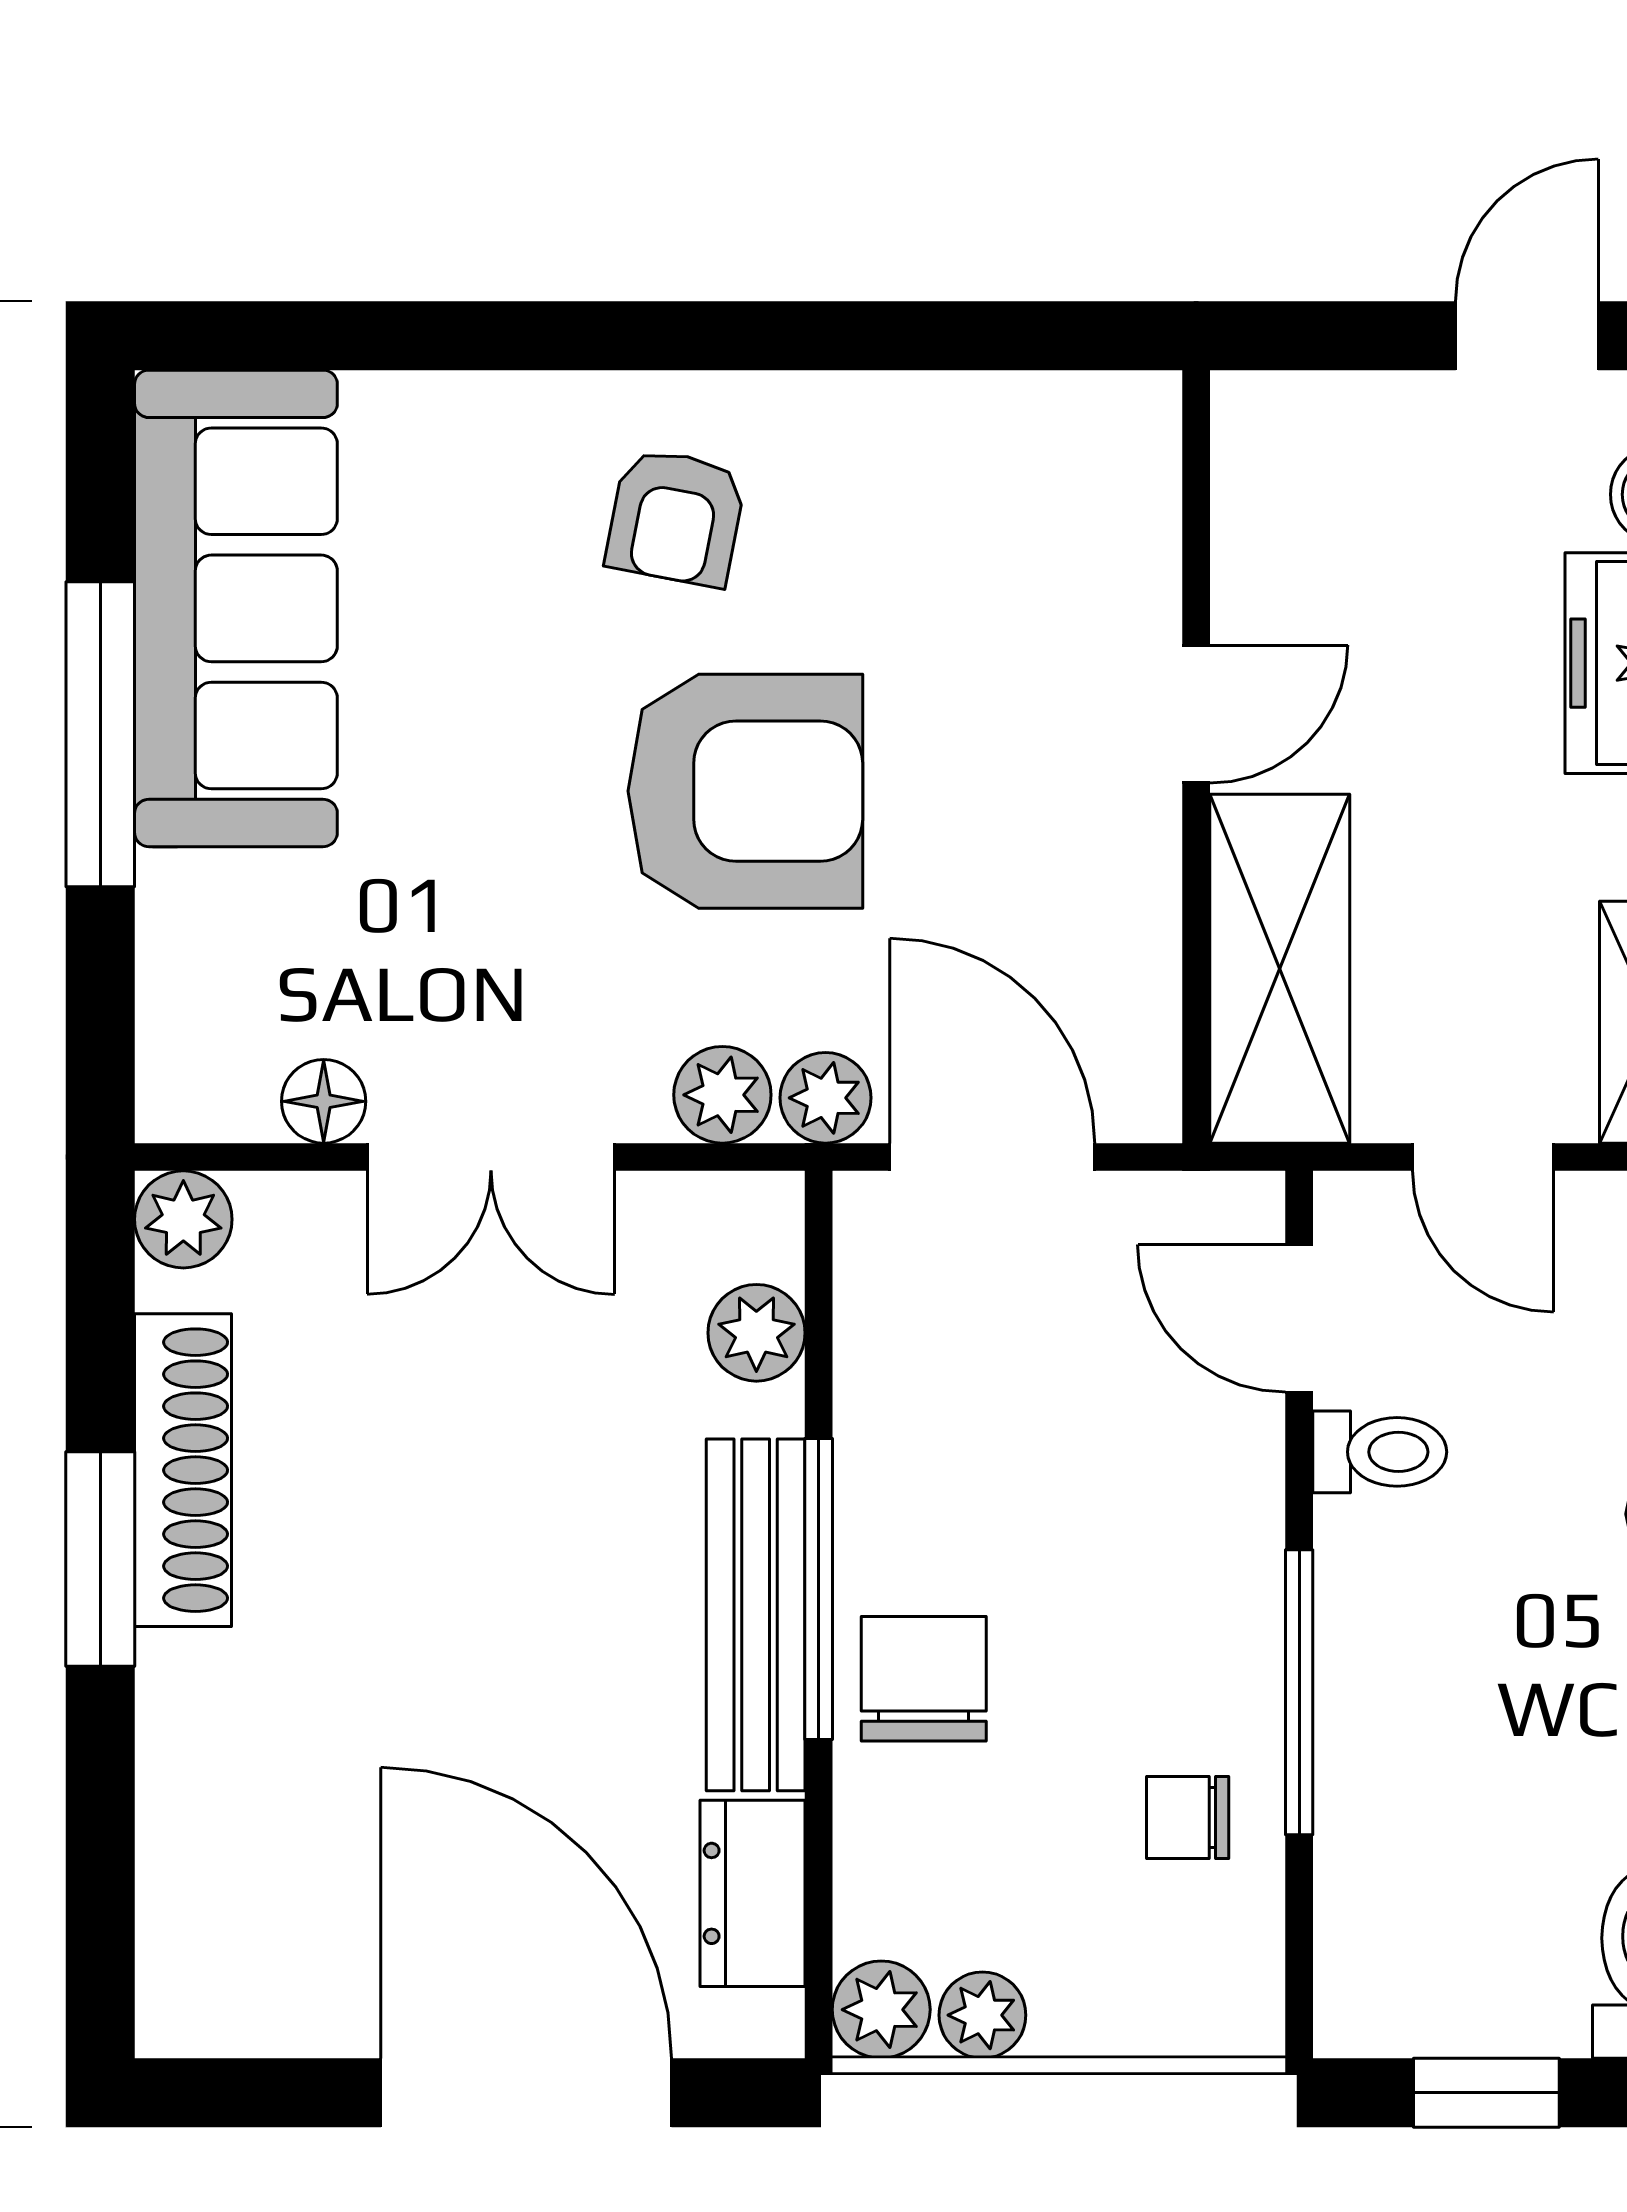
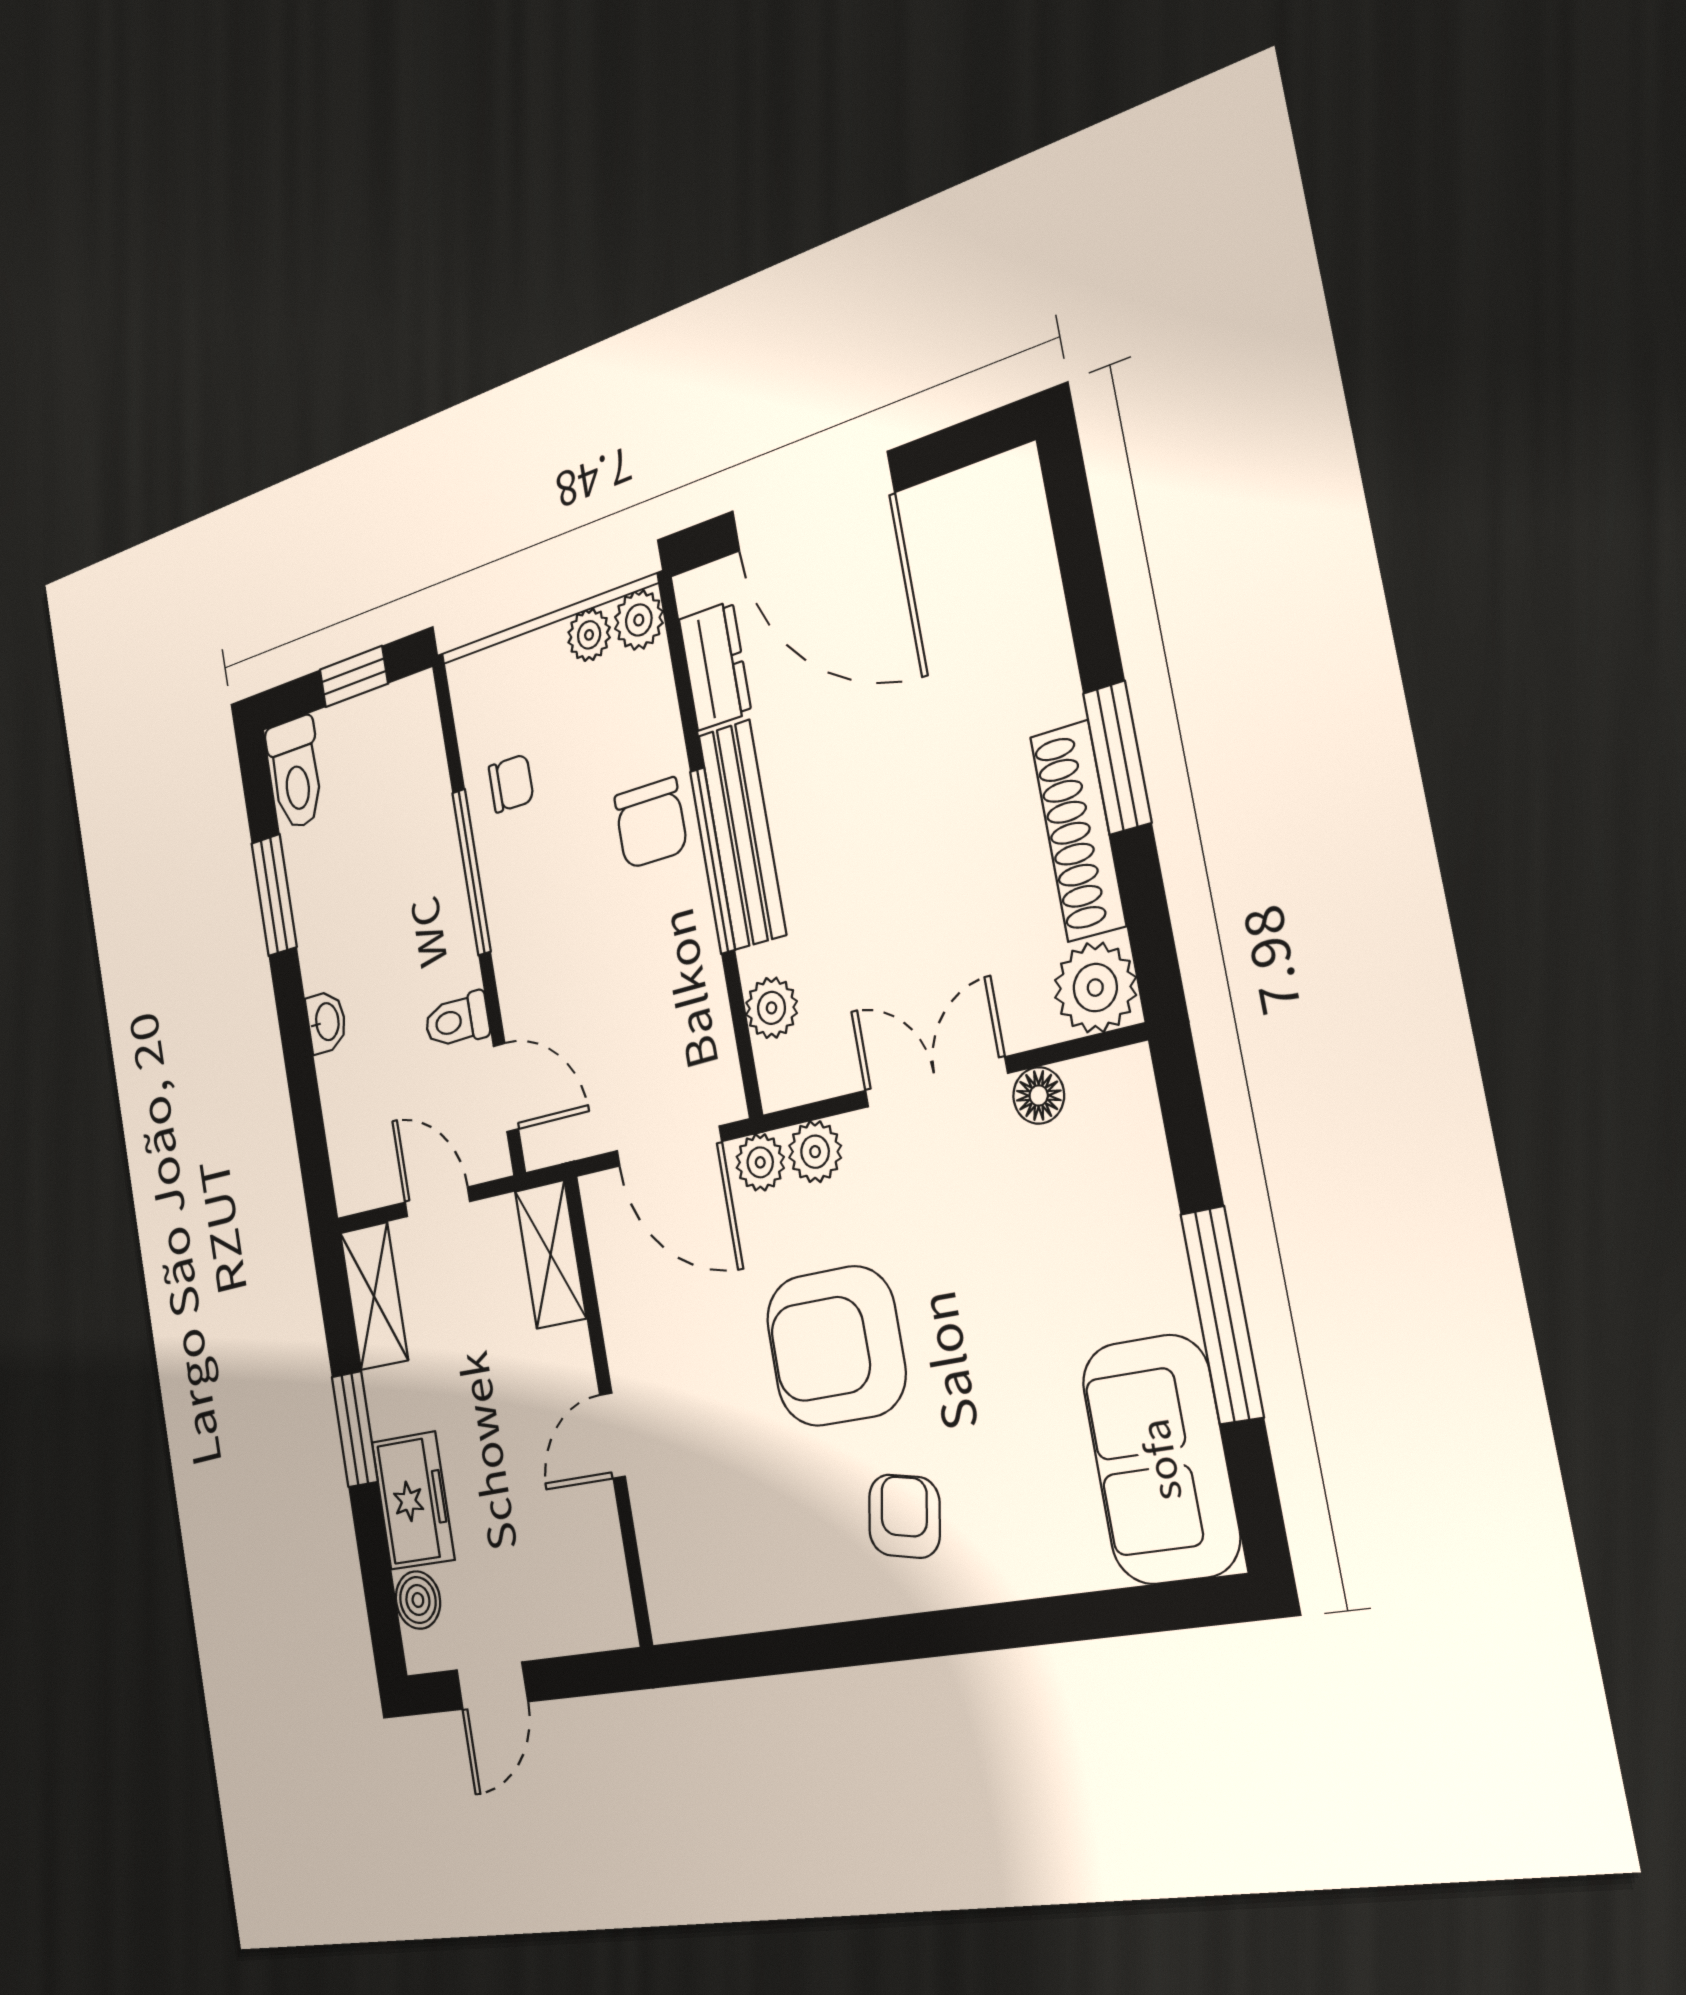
sofa: (236, 608) -> (1161, 1460), width x0.73
shelving: (1280, 969) -> (551, 1254), width x0.67, depth x0.75
plant: (183, 1219) -> (1095, 988), width x1.38, depth x1.38

